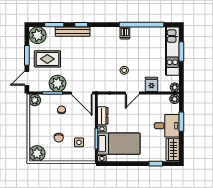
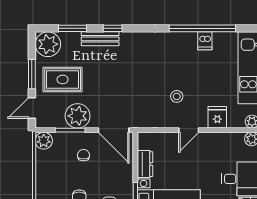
bench: (73, 32) -> (100, 39), width x0.73
dishwasher: (125, 33) -> (205, 41), moved

